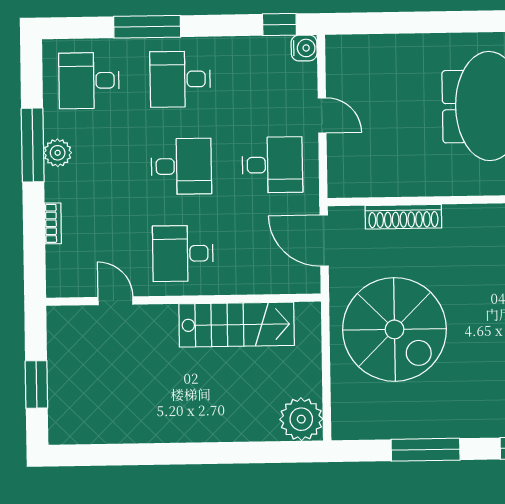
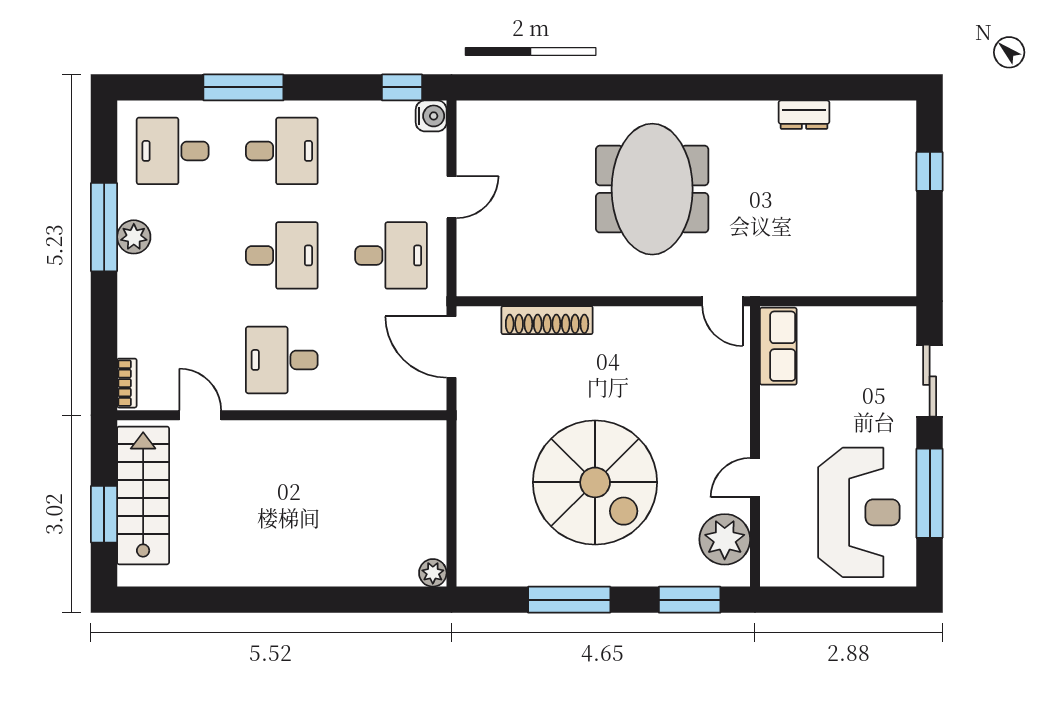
desk: (180, 79) -> (282, 151), turned 180
door: (322, 115) -> (452, 197), hinge flipped
bookcase: (53, 223) -> (127, 383), moved
stairs: (237, 325) -> (143, 495), moved, turned -90
spiral stairs: (395, 329) -> (595, 482), moved
plant: (301, 419) -> (433, 573), width x0.53, depth x0.53

